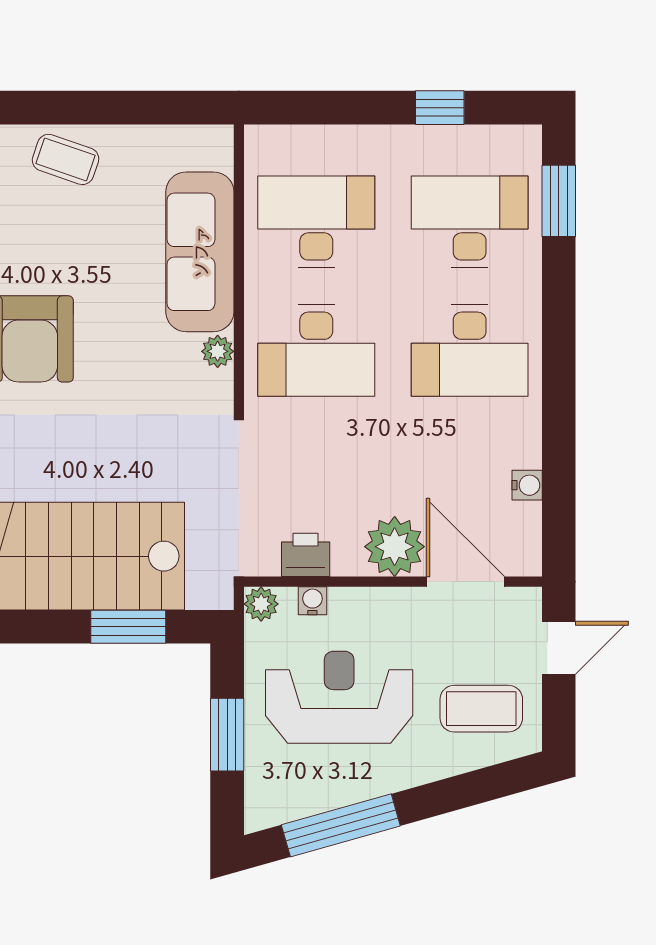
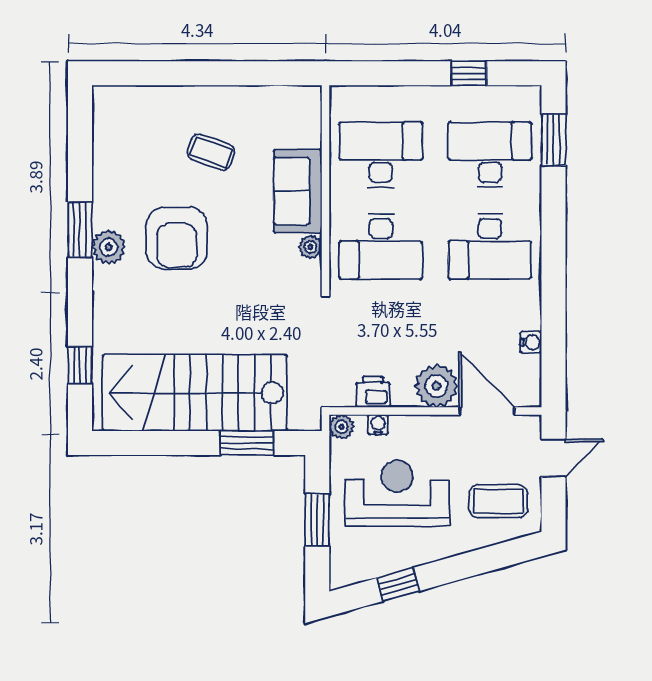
coffee table: (66, 159) -> (211, 152), moved
sofa: (200, 252) -> (298, 191), width x0.73
window: (341, 825) -> (398, 584), width x0.46

